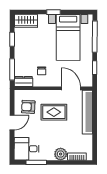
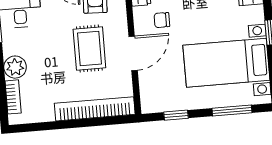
window: (95, 37) -> (232, 110), width x0.69
door: (71, 88) -> (133, 53), moved

